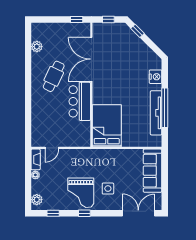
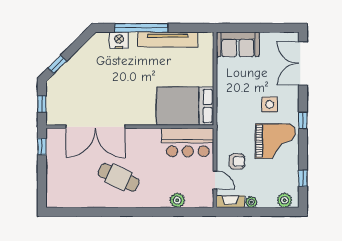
plant: (37, 47) -> (177, 200), moved
bar counter: (80, 101) -> (188, 142), moved
window: (165, 108) -> (141, 28), moved
armchair: (66, 164) -> (237, 161), added
sofa: (153, 171) -> (238, 44), width x0.73
window: (84, 213) -> (303, 120), moved

